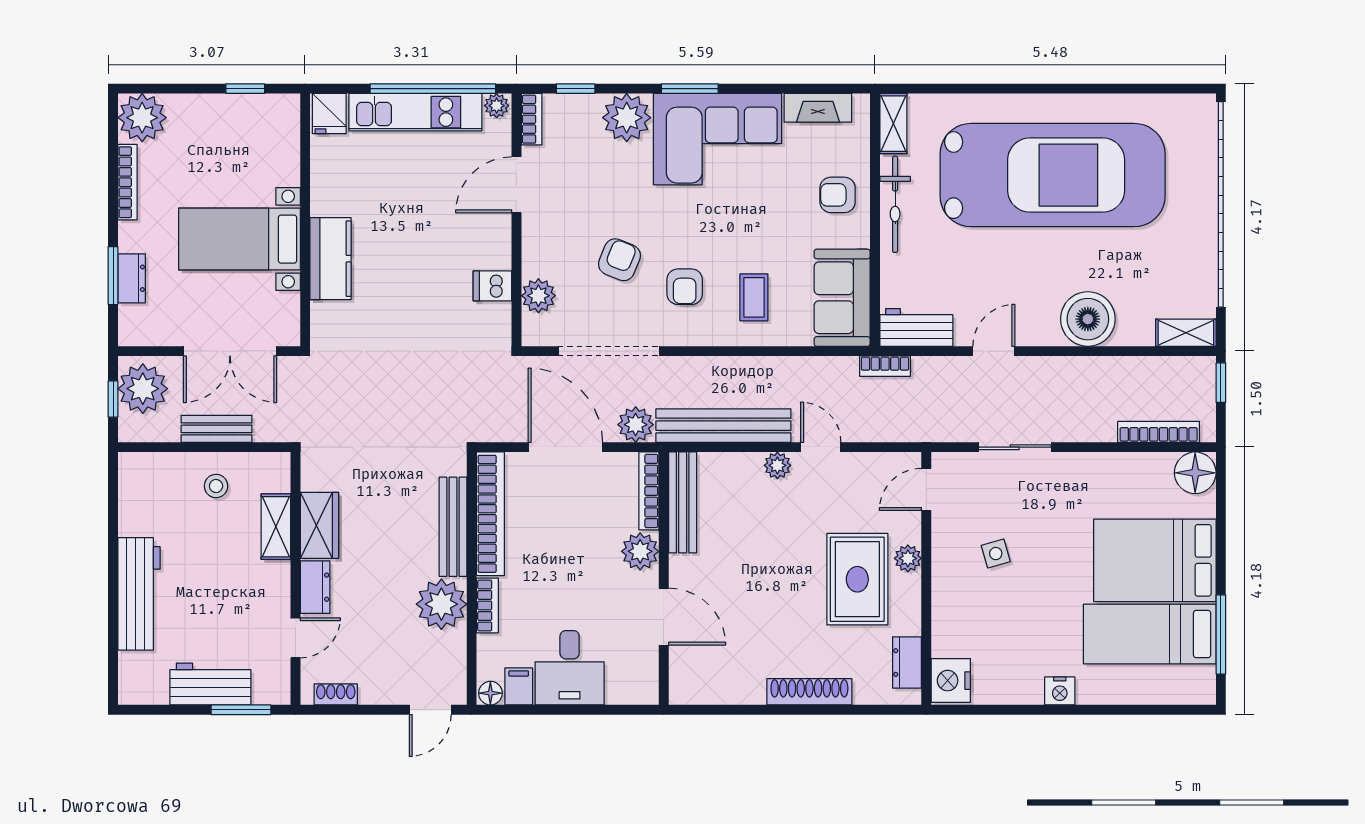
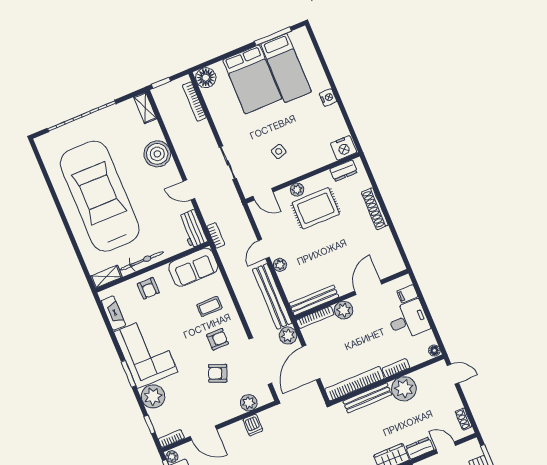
garage door: (1221, 204) -> (82, 116), width x0.73
filing cabinet: (519, 686) -> (407, 294), moved

